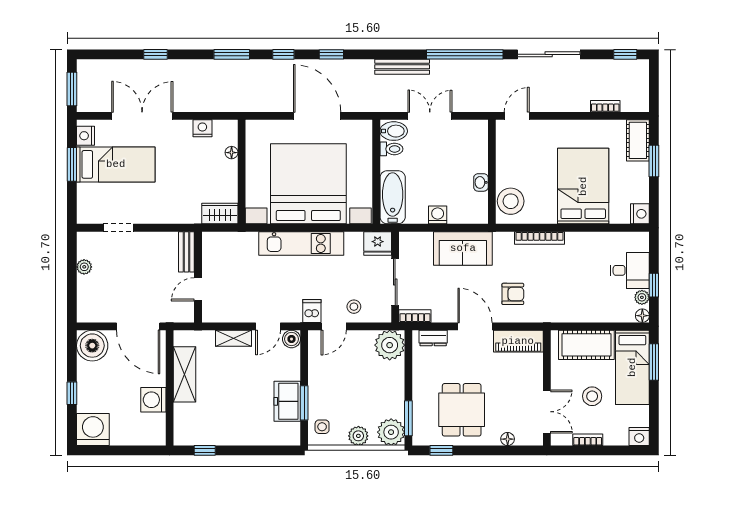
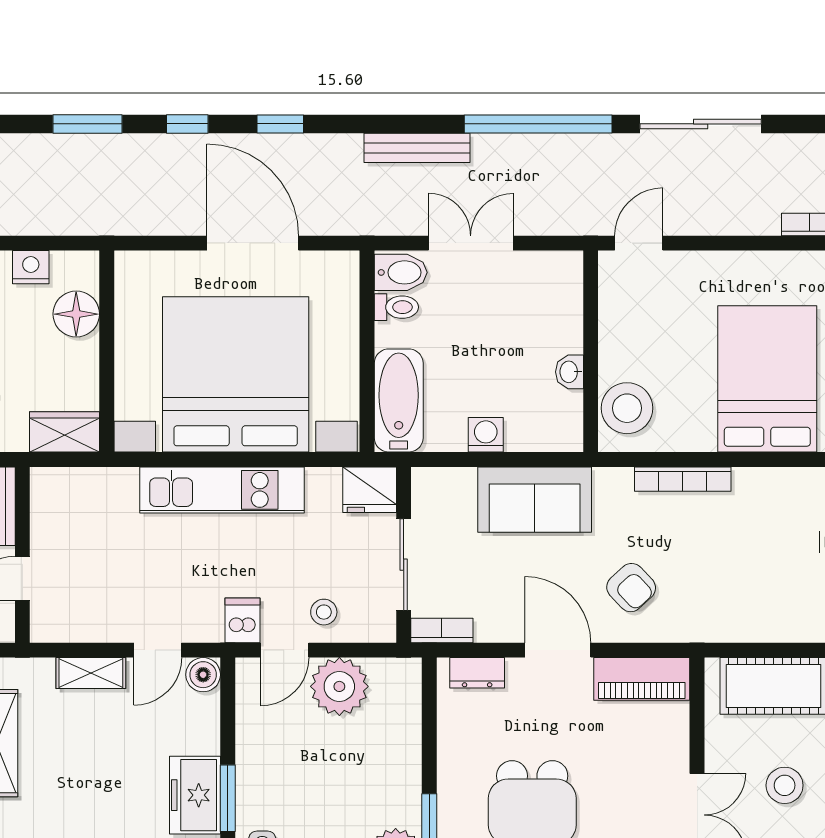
floor lamp: (232, 153) -> (76, 314), width x1.89, depth x1.89
armchair: (513, 294) -> (631, 588), turned 47
plant: (390, 345) -> (339, 686), moved

